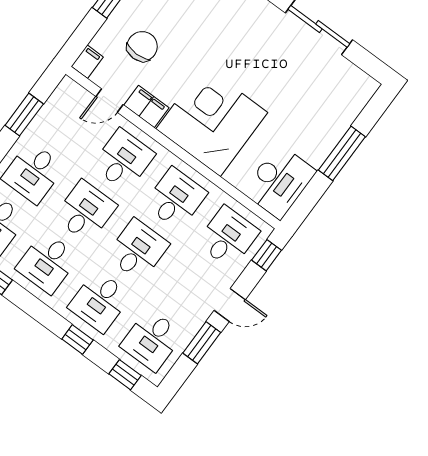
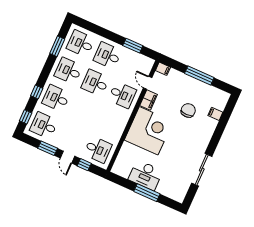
chair: (142, 46) -> (188, 110), moved, turned -90
desk: (279, 182) -> (146, 175), moved
desk: (176, 199) -> (110, 122), removed
desk: (85, 211) -> (95, 83), turned 180
desk: (138, 250) -> (83, 110), removed
window: (267, 255) -> (84, 165), moved

